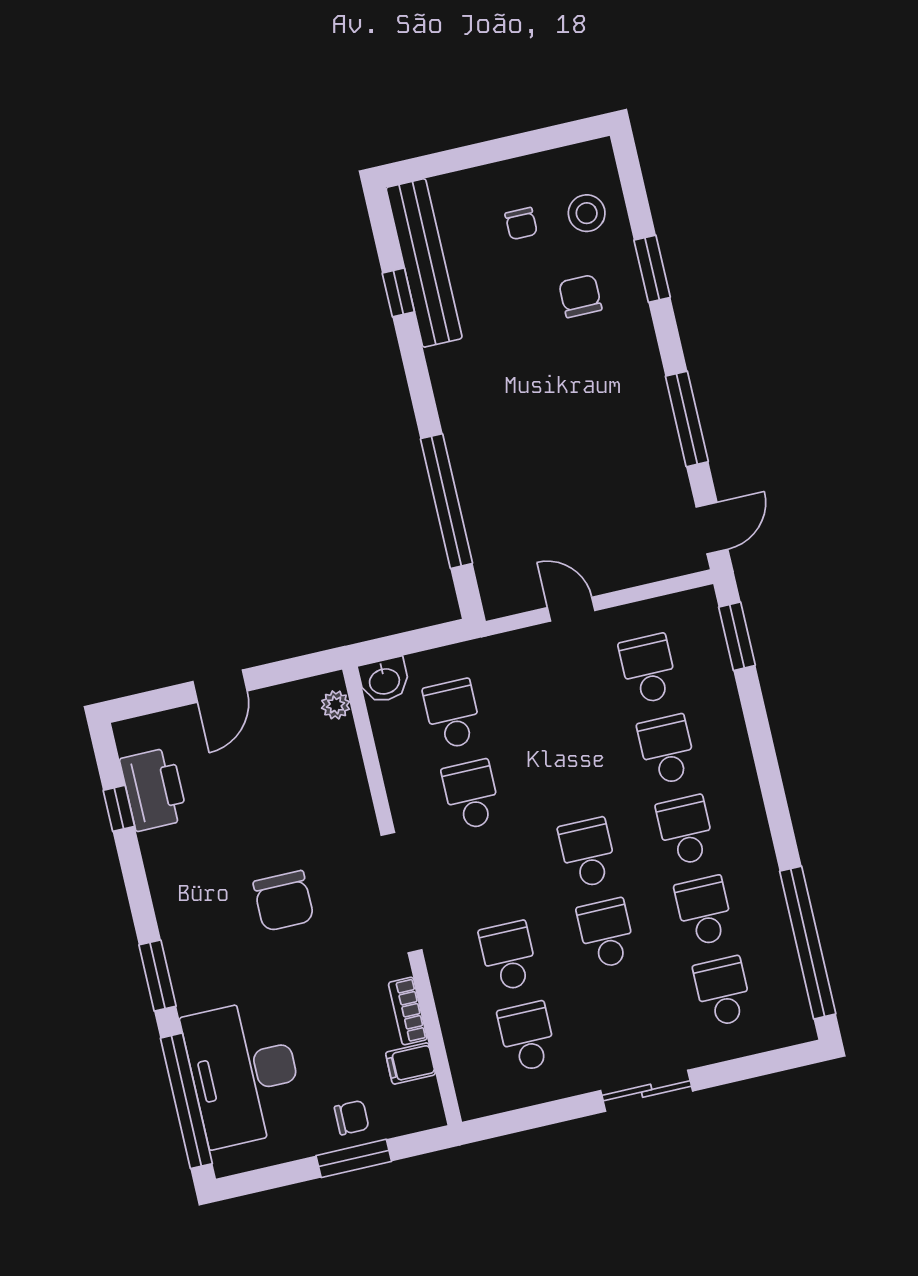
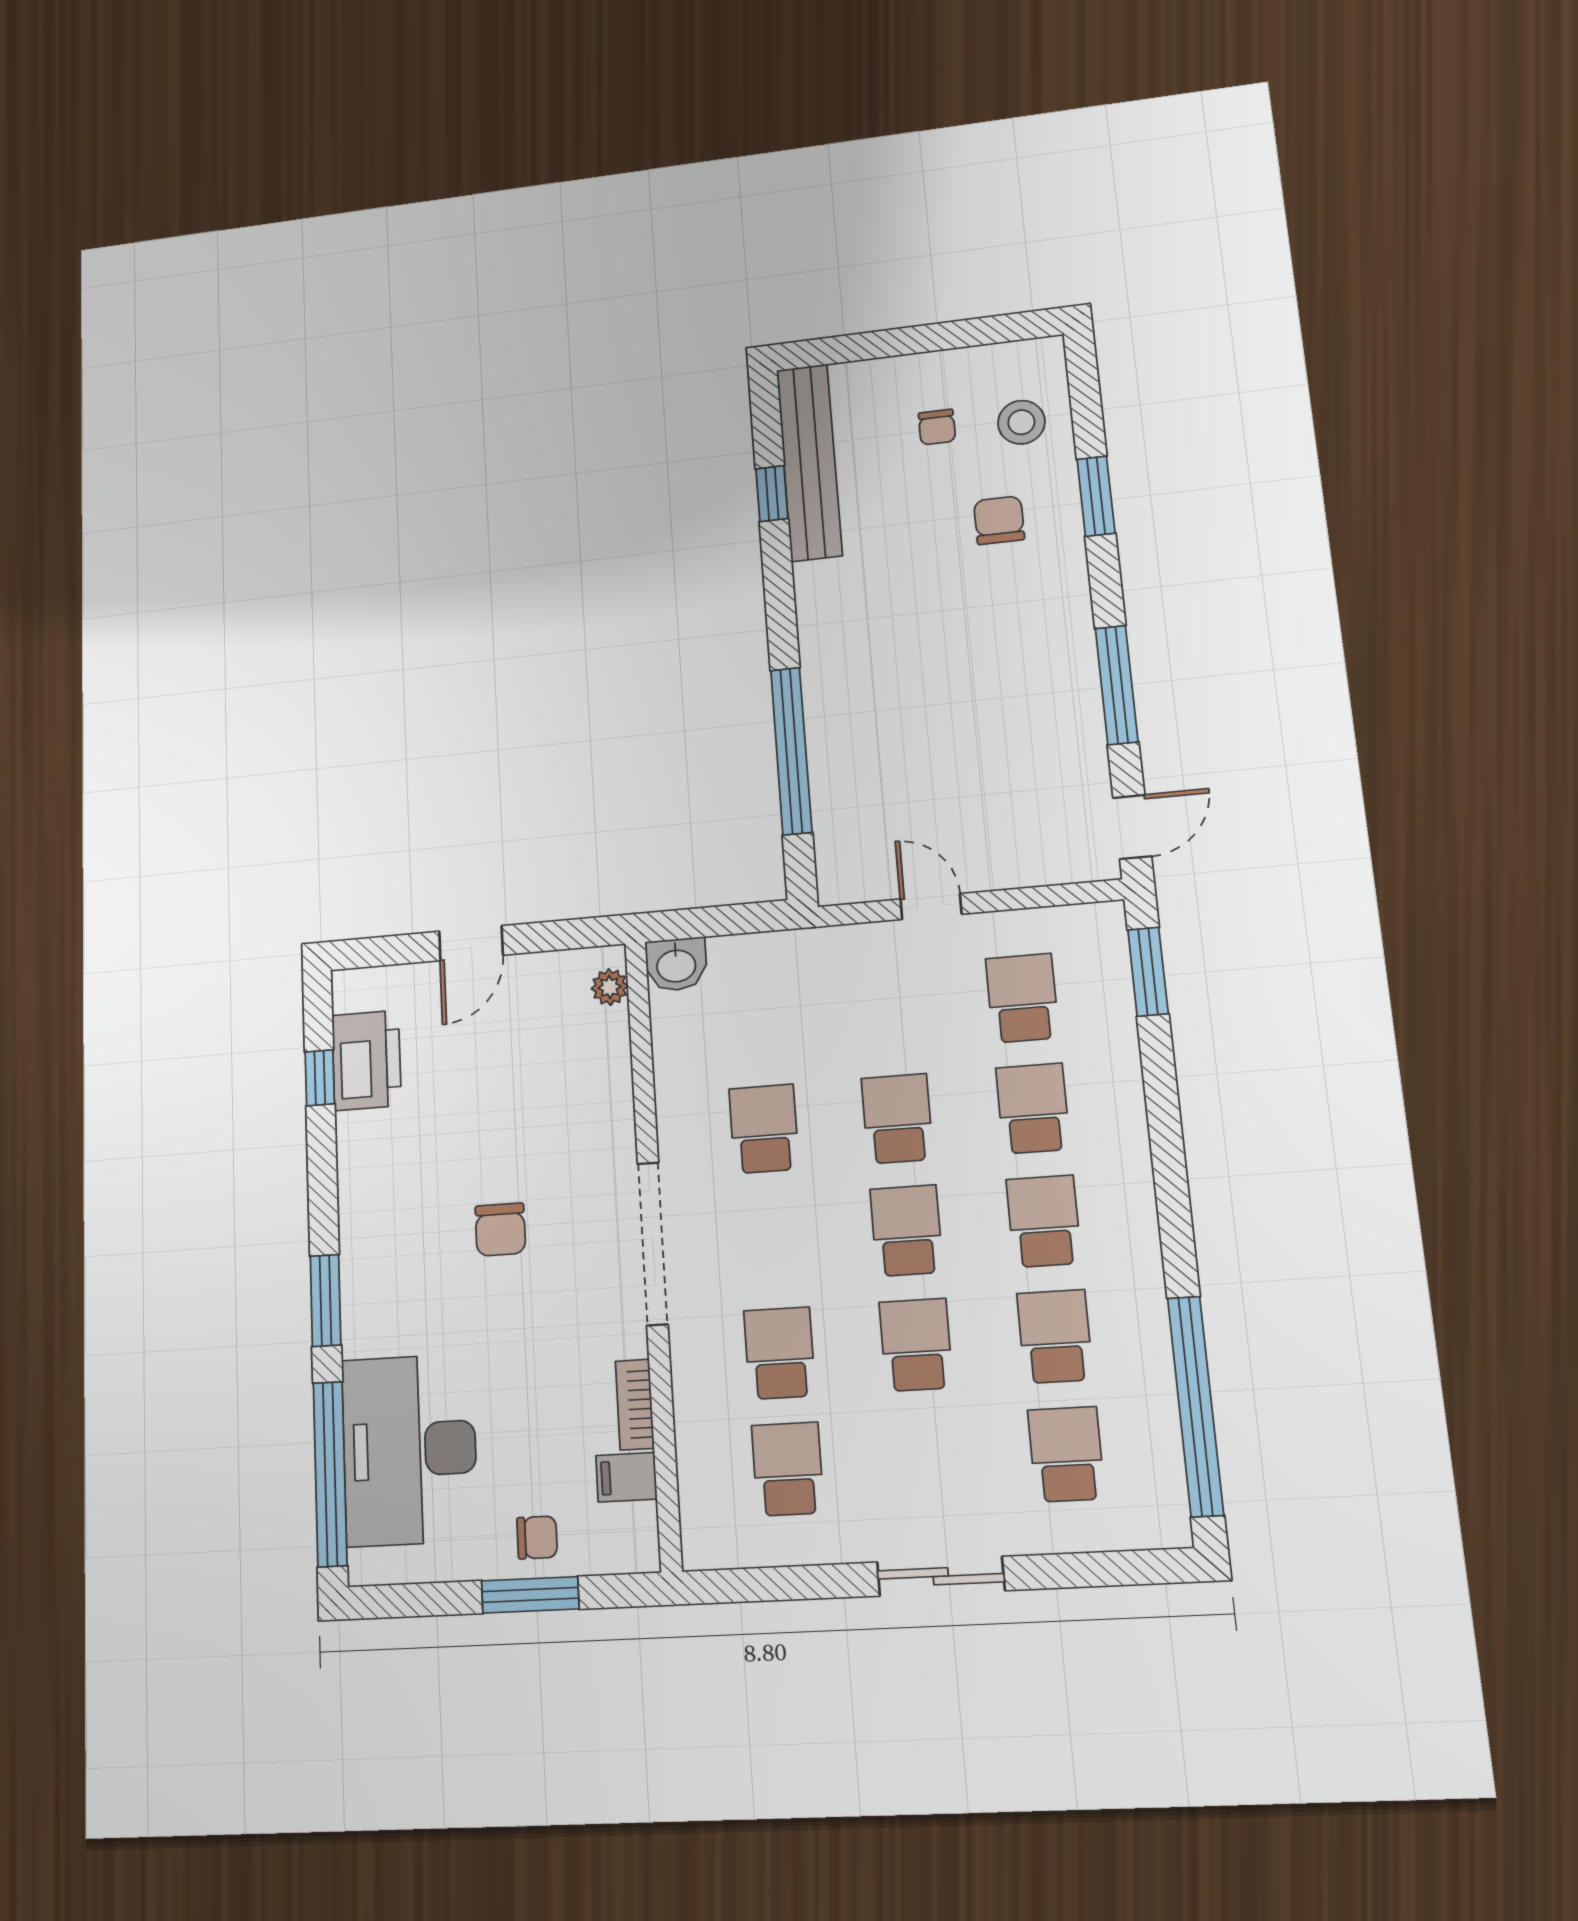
school desk: (453, 714) -> (897, 1119), moved
chair: (284, 901) -> (500, 1230), width x0.73, depth x0.73

